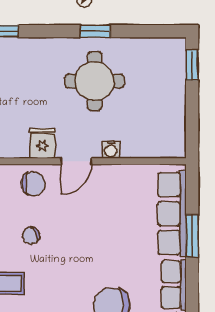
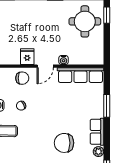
round table: (95, 81) -> (85, 21), moved
row of seats: (172, 214) -> (80, 75), moved, turned -90

